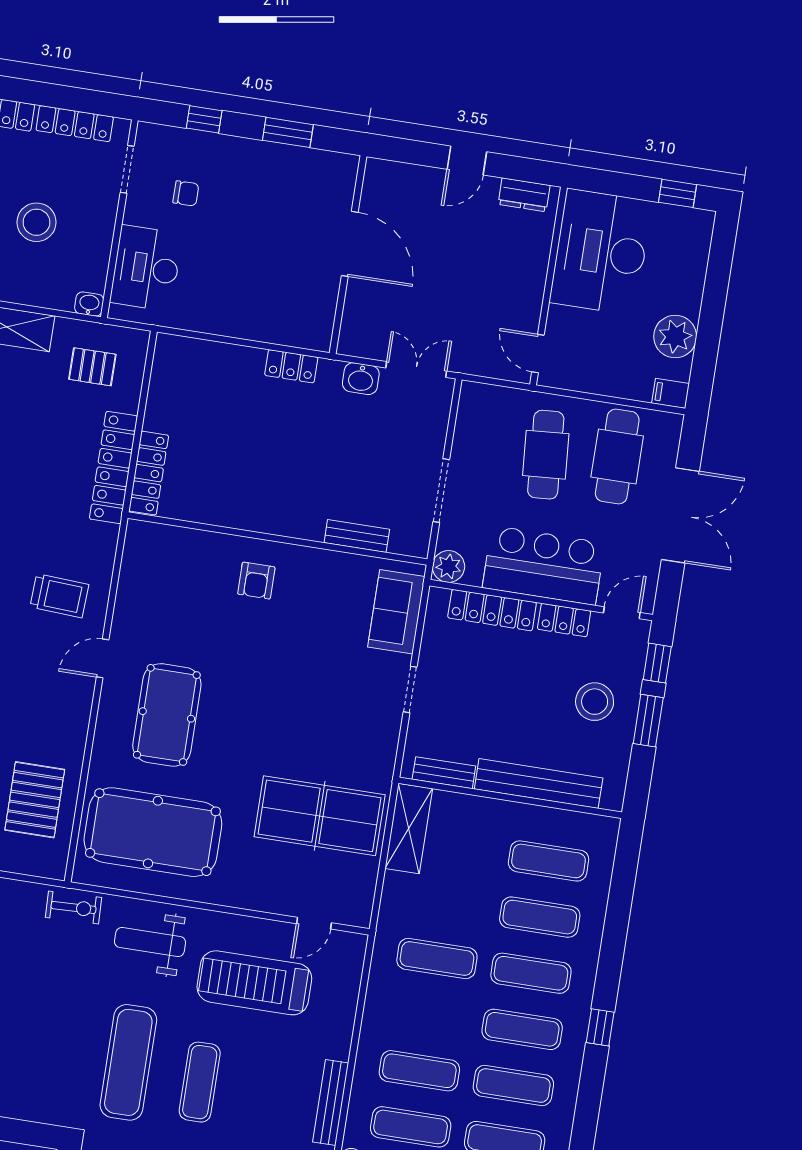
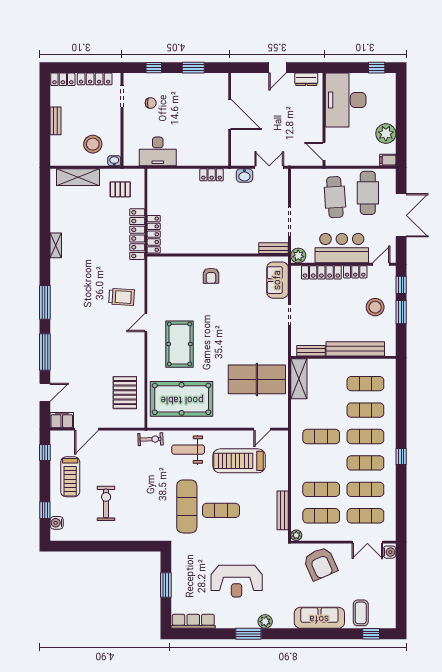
stool: (36, 222) -> (93, 144), moved
desk: (146, 268) -> (158, 151), moved, turned -90
bench: (357, 536) -> (274, 248), moved
exercise mat: (200, 1082) -> (221, 510), turned 90

